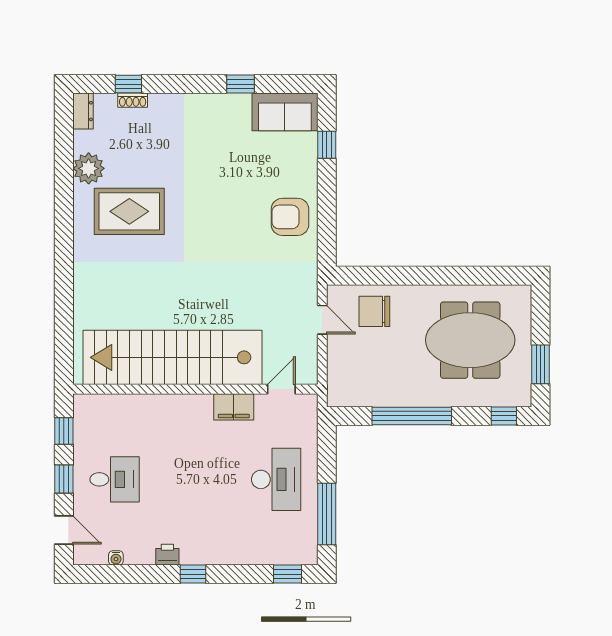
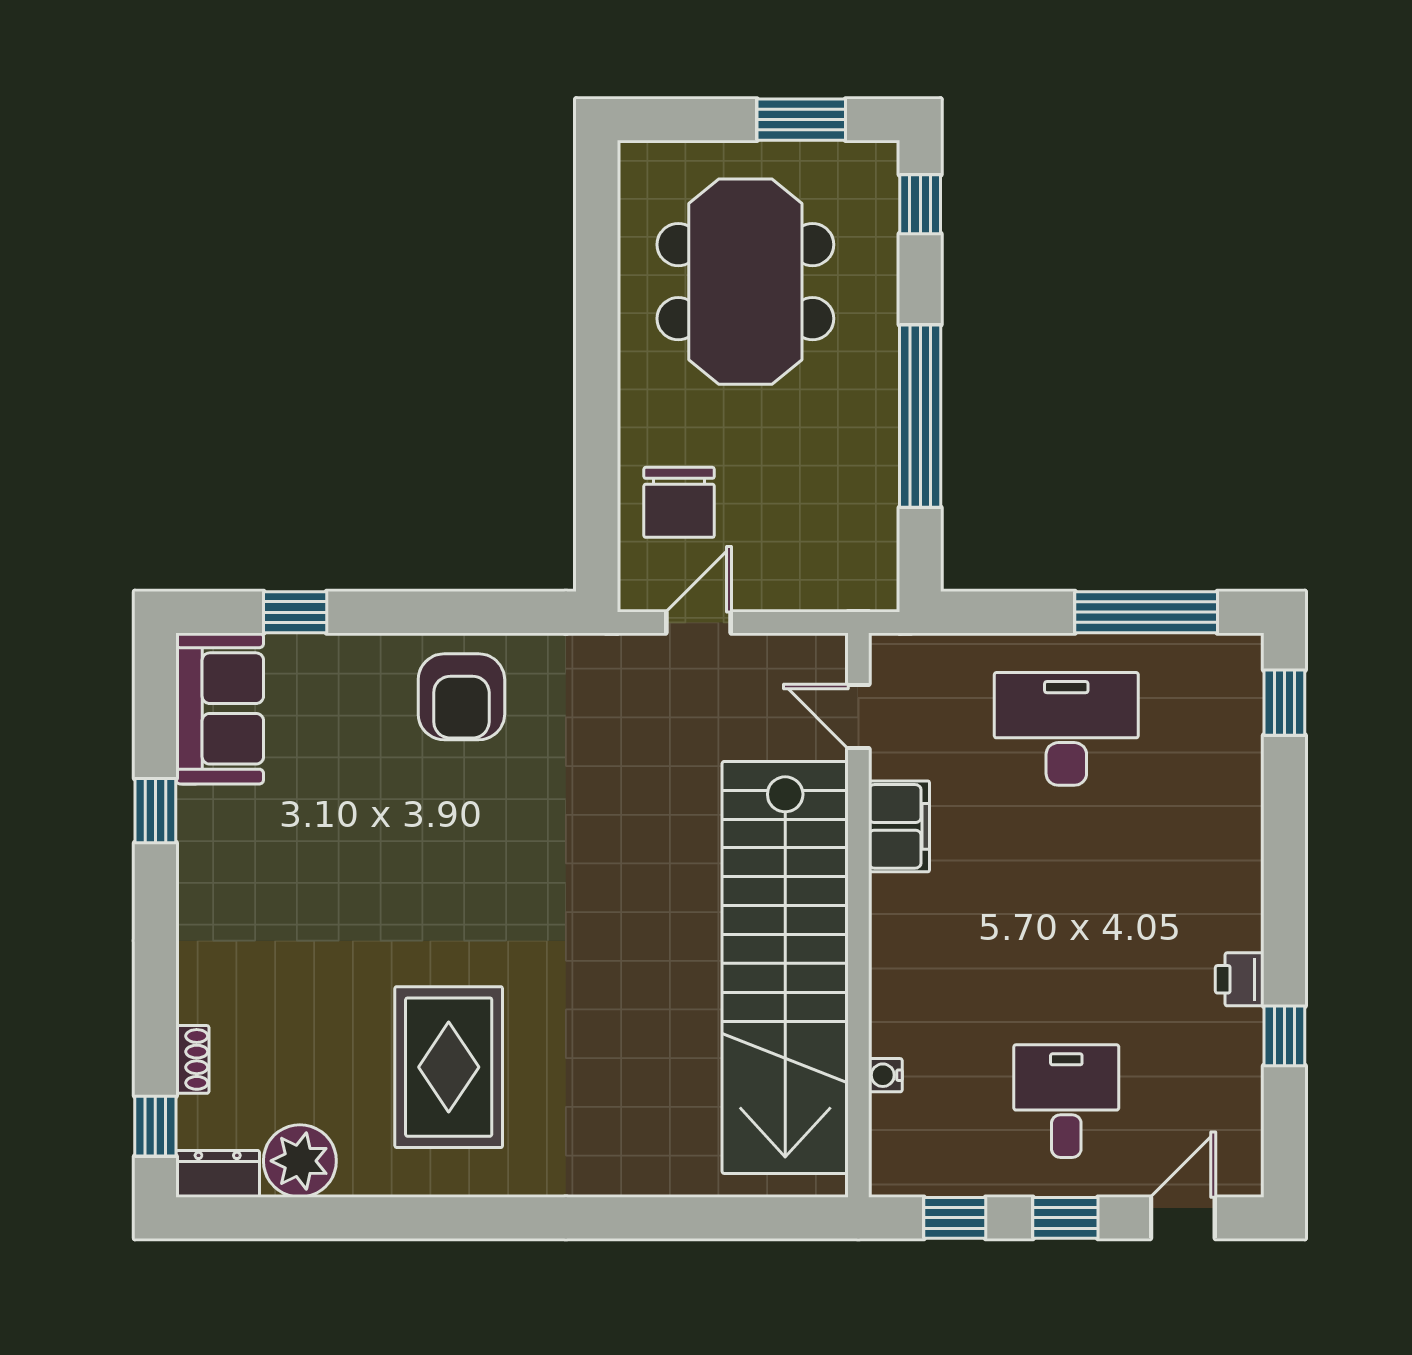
window: (128, 84) -> (155, 1126), moved
plant: (89, 168) -> (300, 1161), moved
water cooler: (116, 558) -> (885, 1075), moved, turned 180
window: (193, 574) -> (1284, 1036), moved

